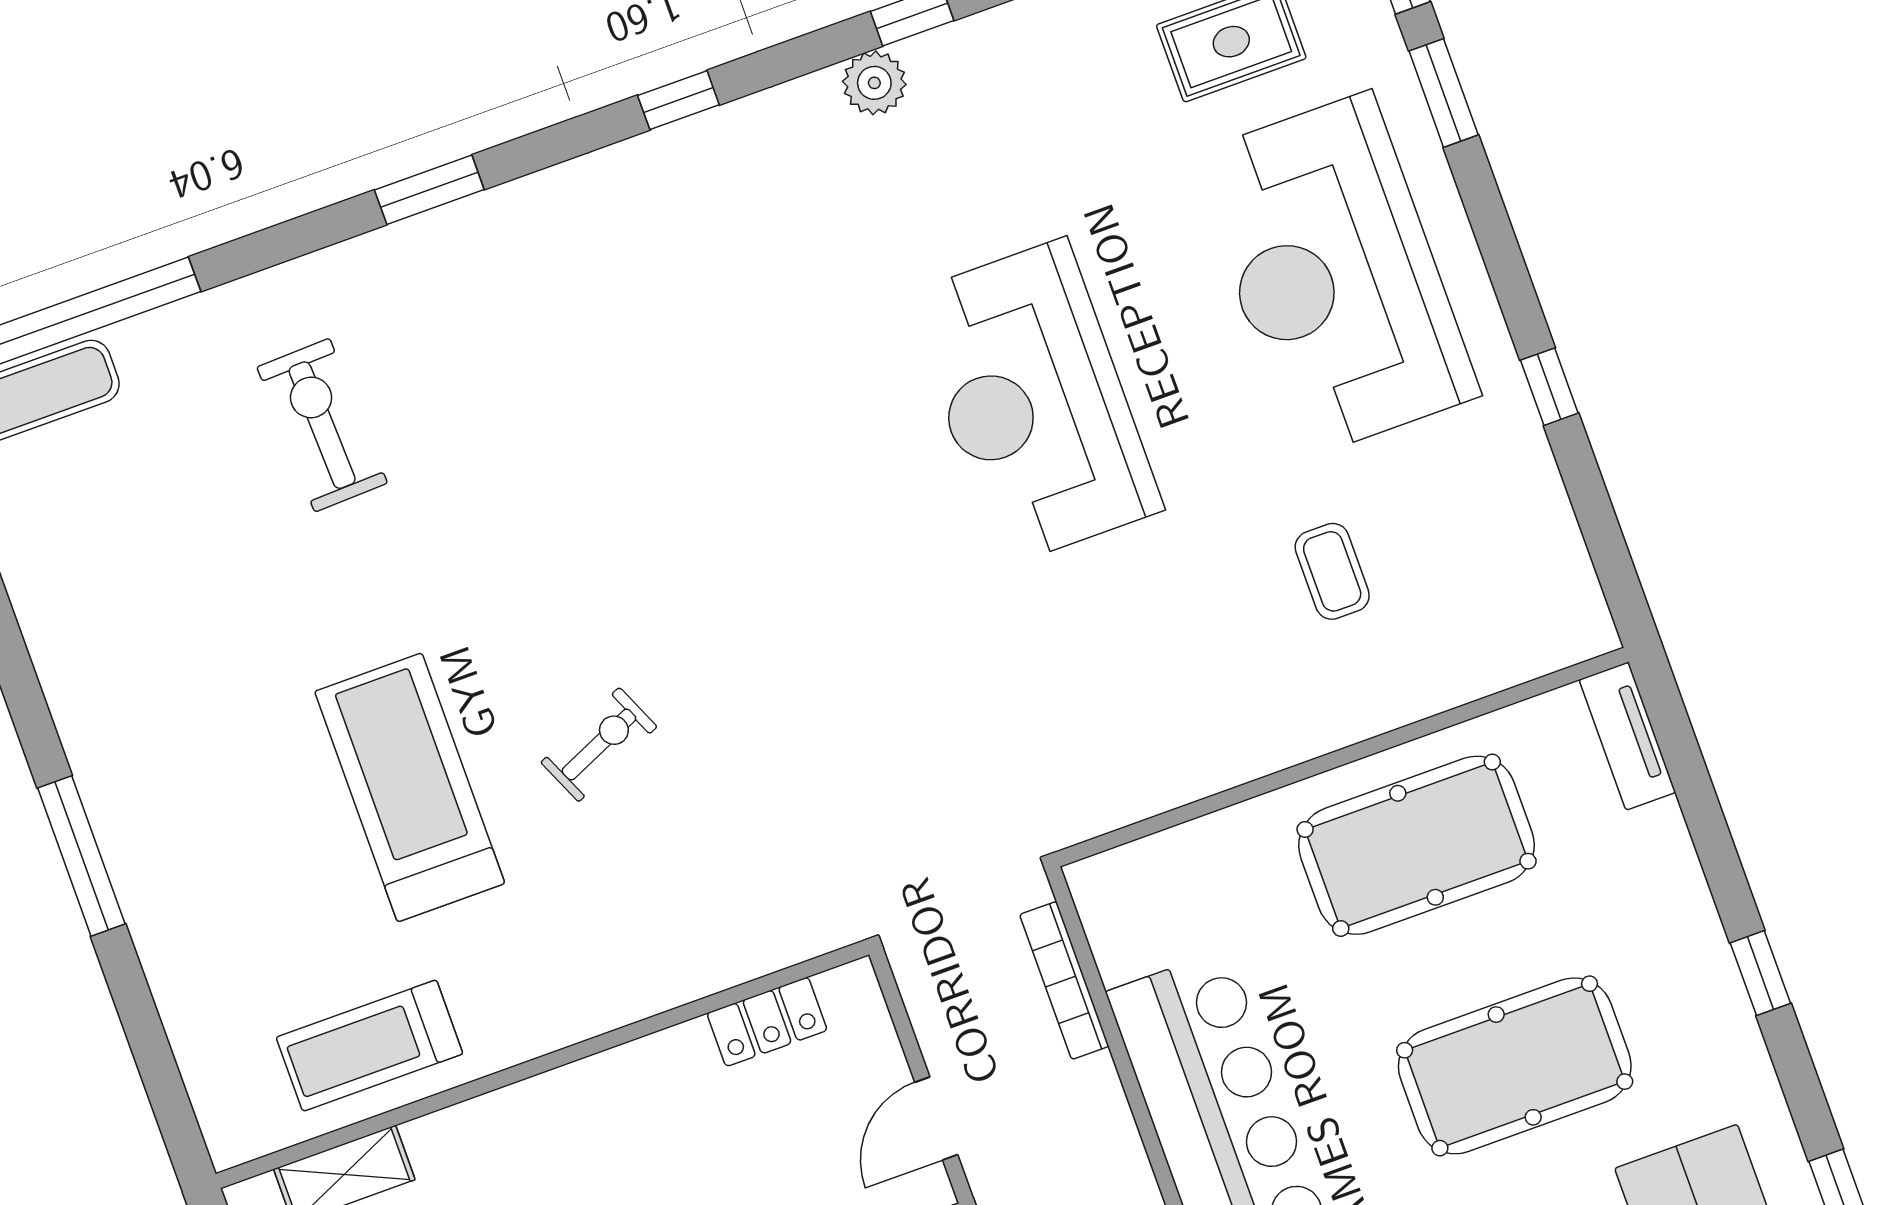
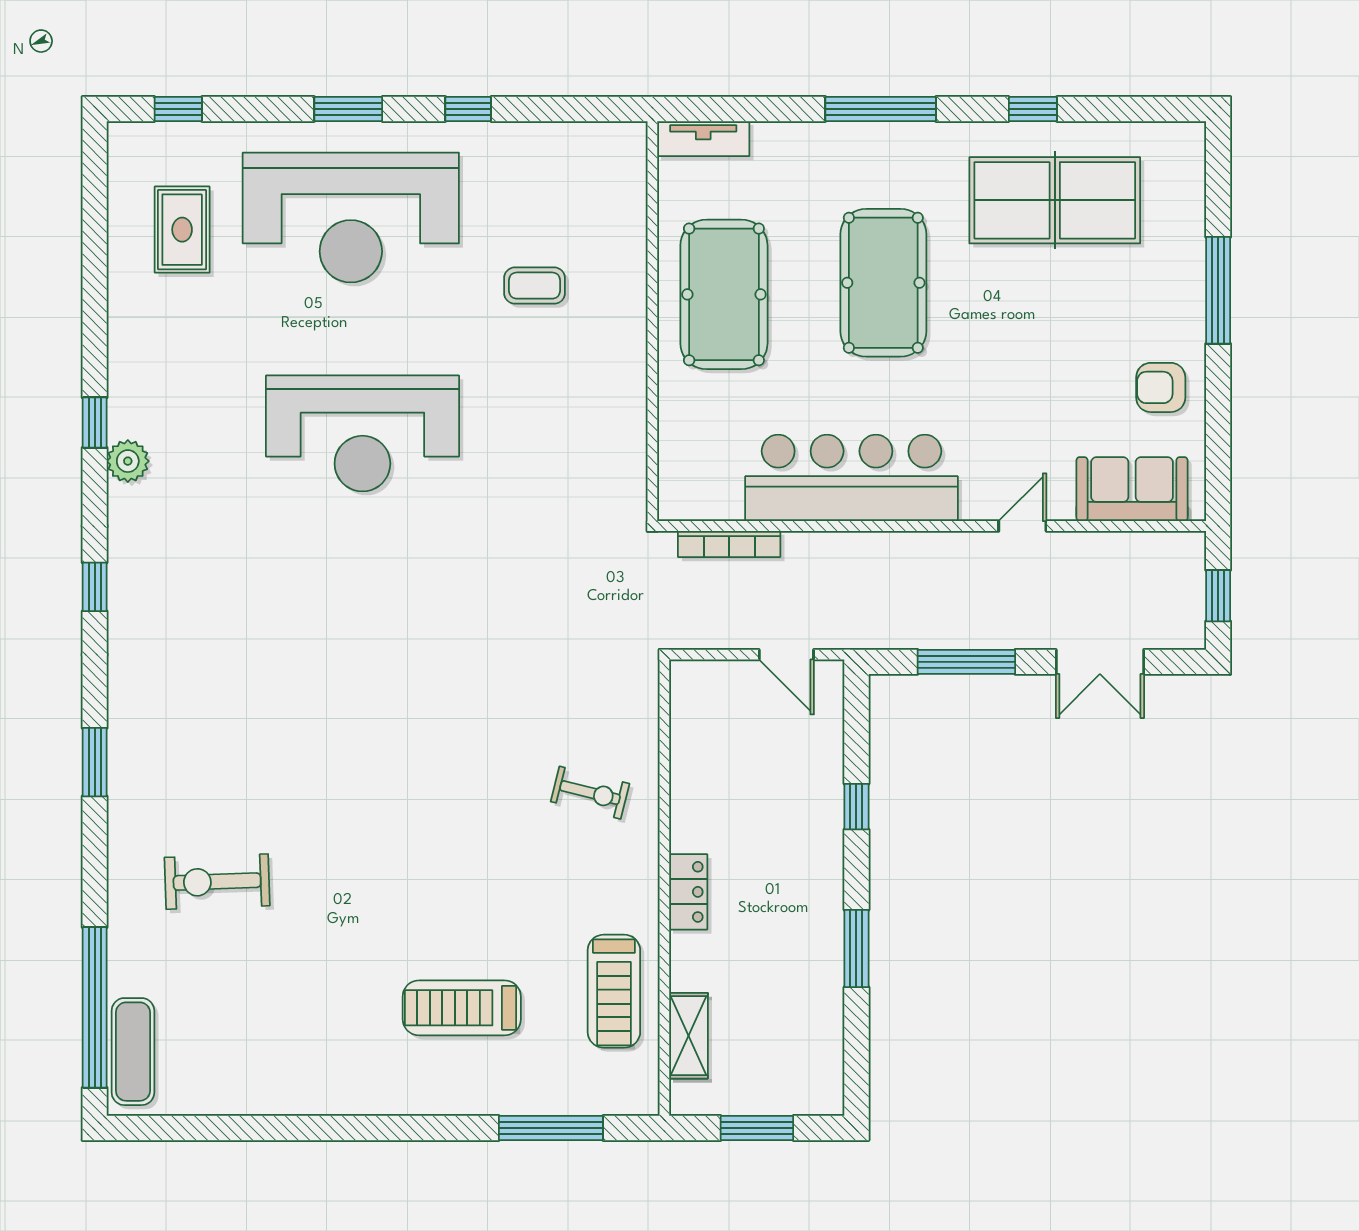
window: (1444, 93) -> (348, 109), moved
exercise bike: (599, 745) -> (590, 793), moved, turned 128
treadmill: (410, 787) -> (462, 1008), moved, width x0.73, depth x0.73
window: (81, 856) -> (551, 1128), moved
window: (1760, 973) -> (881, 109), width x2.17
locker: (767, 1022) -> (688, 892), moved

